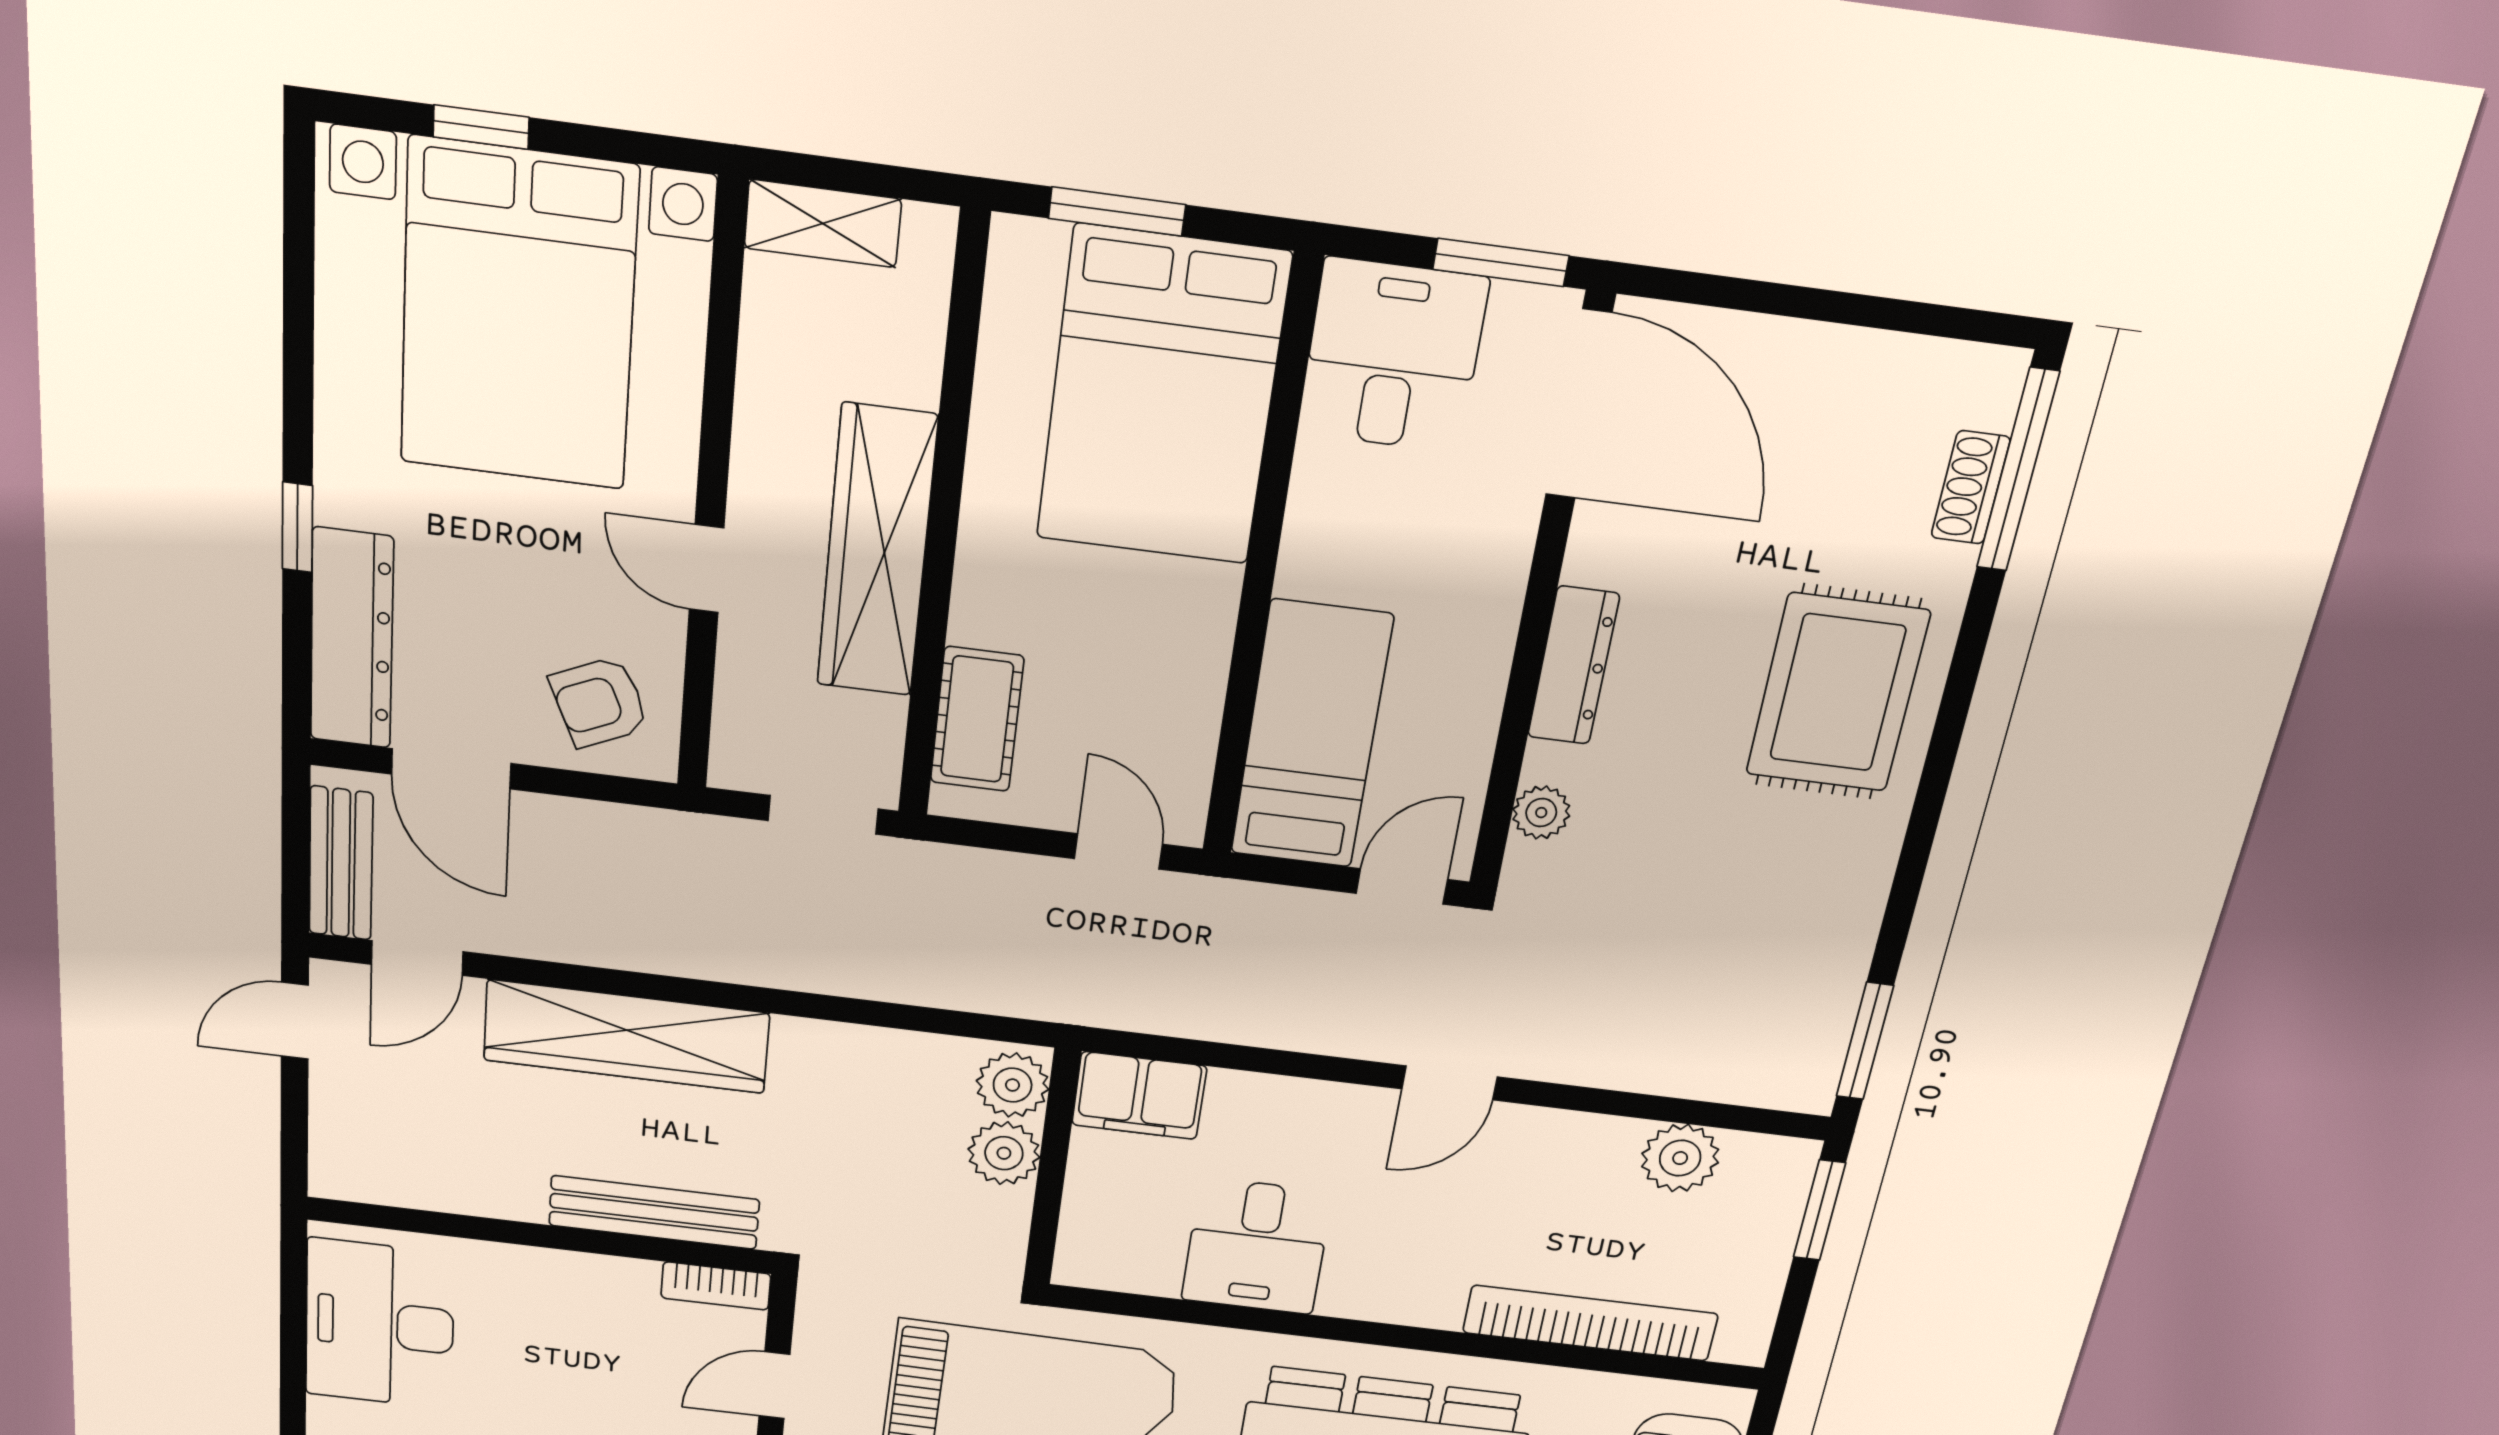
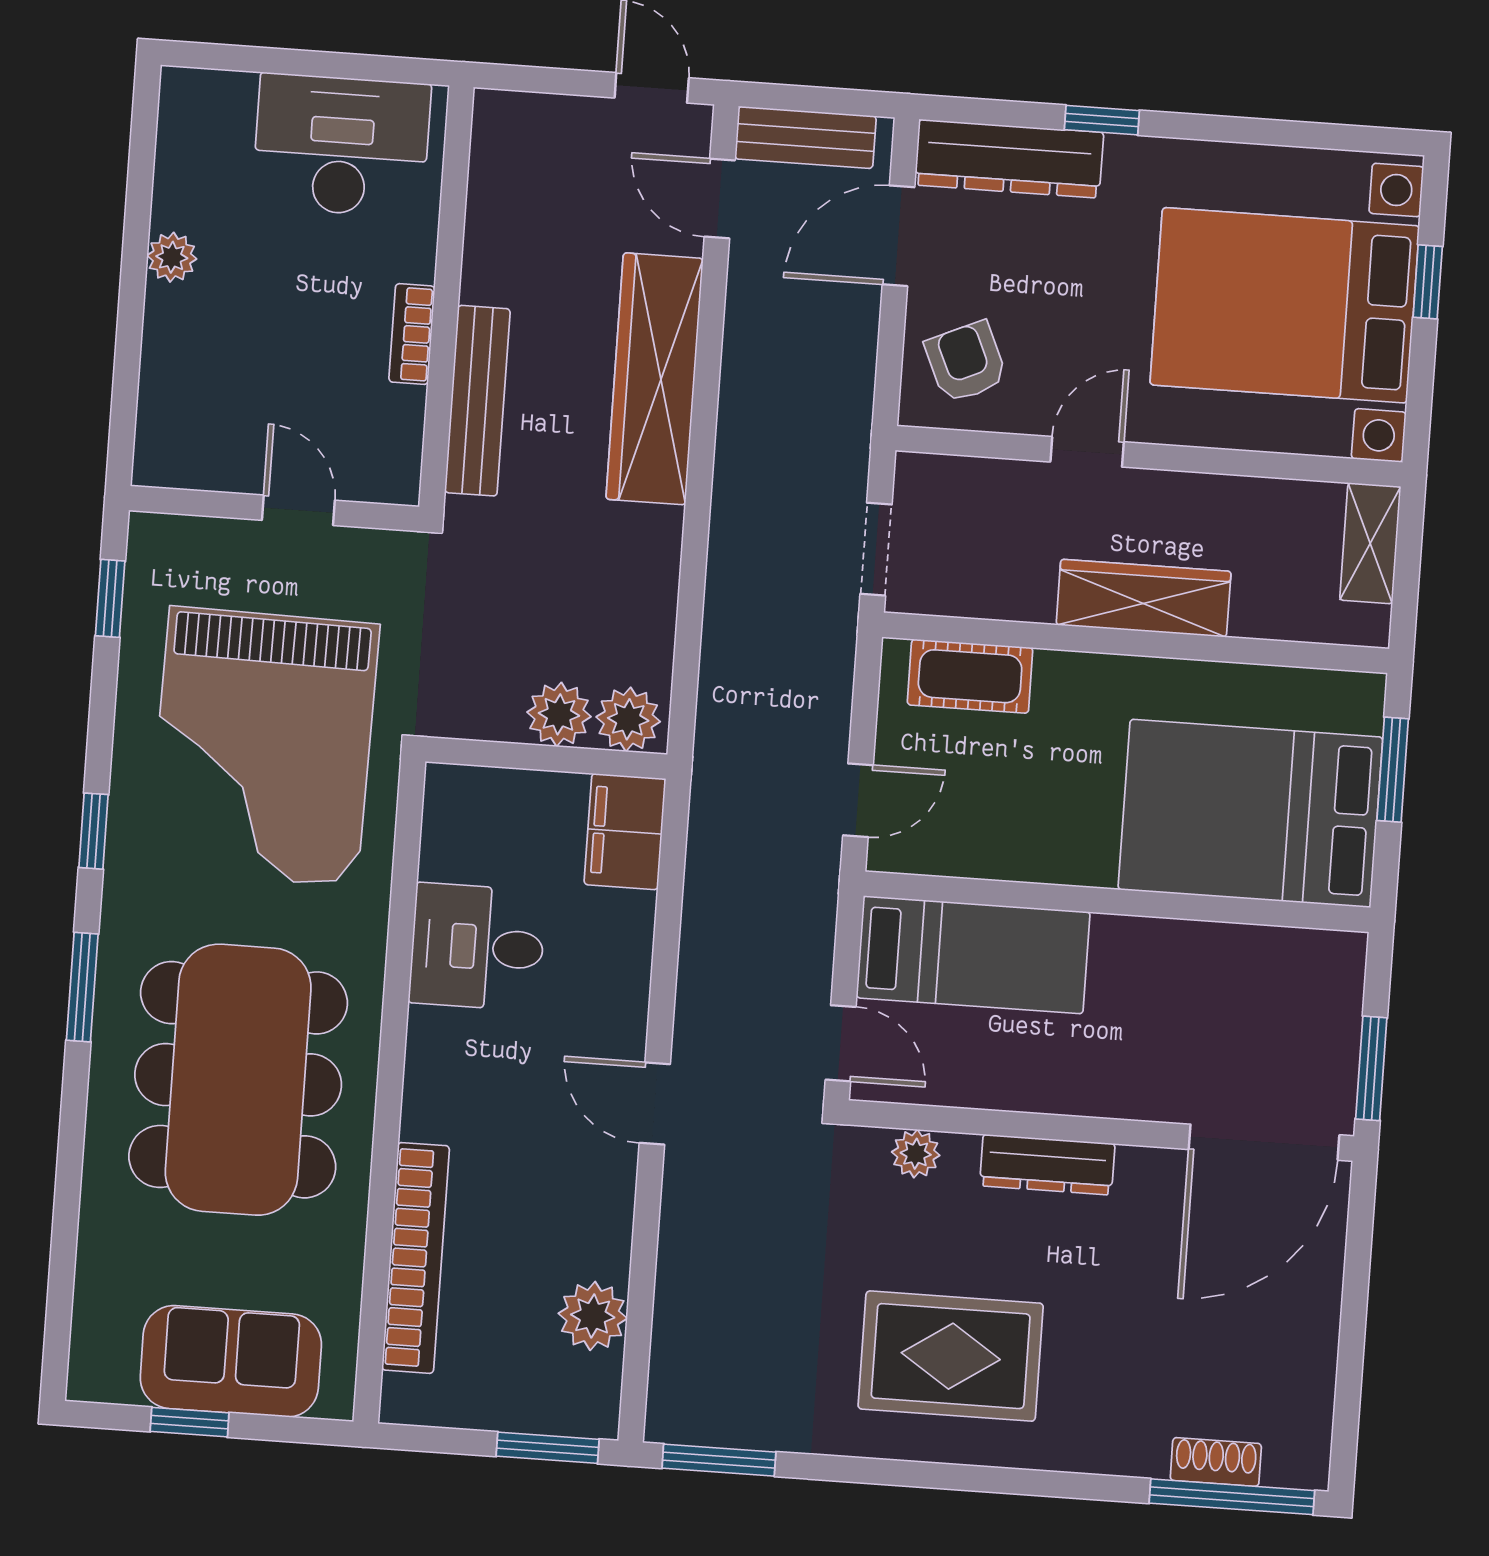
desk: (1393, 356) -> (1294, 992), removed
wardrobe: (877, 551) -> (1144, 598), width x0.71, depth x0.85
rug: (1838, 693) -> (951, 1356), moved
bookcase: (716, 1286) -> (412, 334), moved

